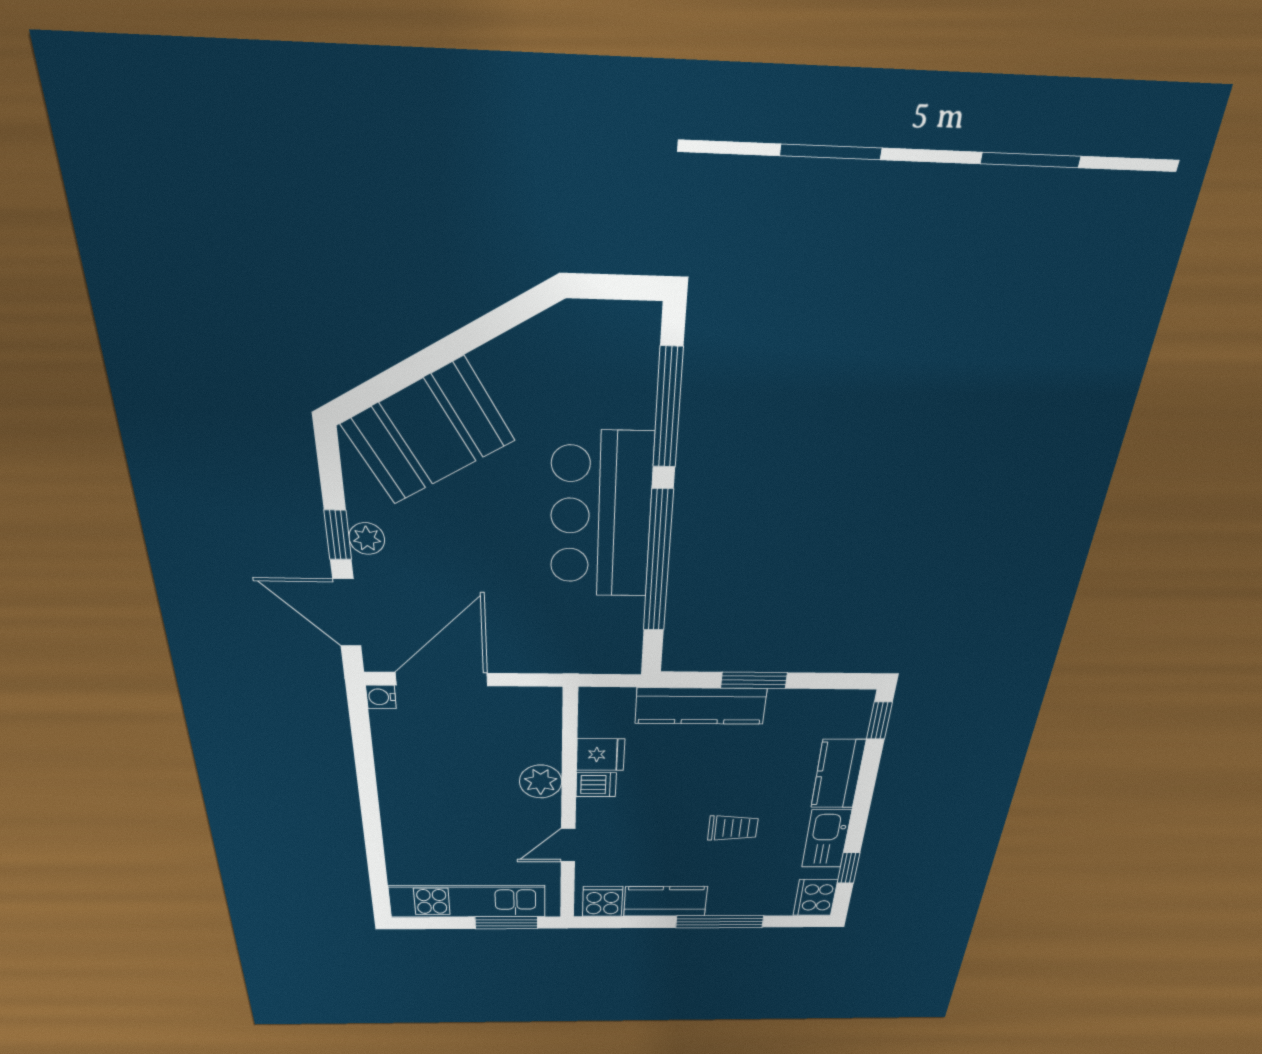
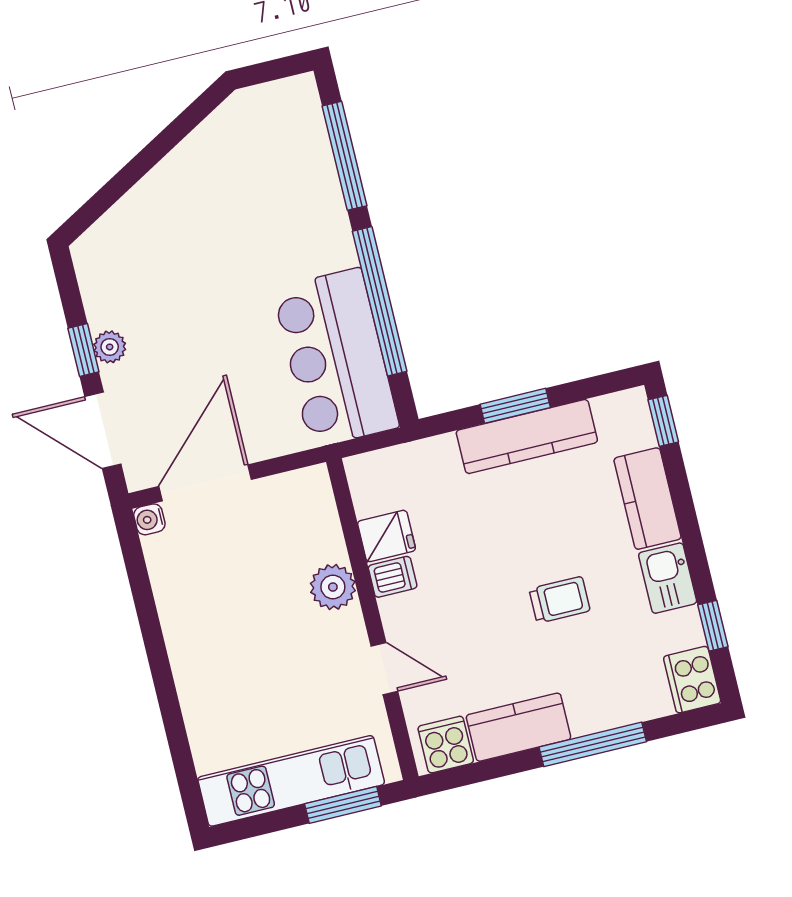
booth: (428, 432) -> (146, 231), removed
bar counter: (601, 516) -> (336, 358), moved
kitchen counter: (701, 706) -> (527, 436), moved
kitchen sink: (827, 839) -> (668, 578), width x0.73
door: (568, 845) -> (384, 669), swing flipped

